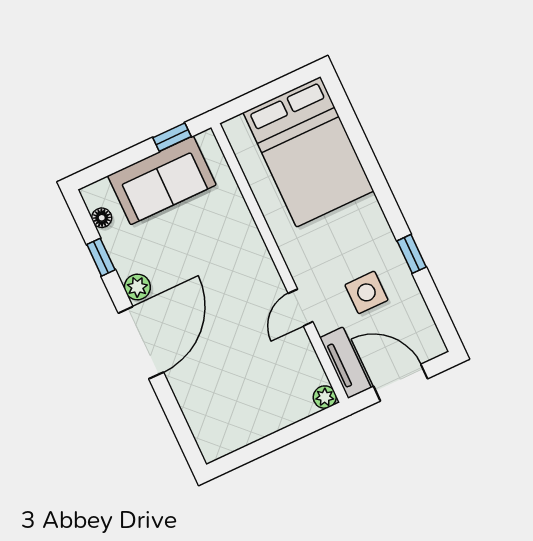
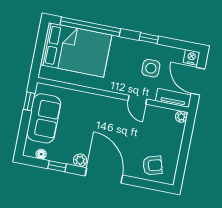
window: (362, 148) -> (90, 27), added
nightstand: (431, 344) -> (191, 57), added
door: (401, 383) -> (198, 81), hinge flipped
armchair: (214, 408) -> (153, 165), added

